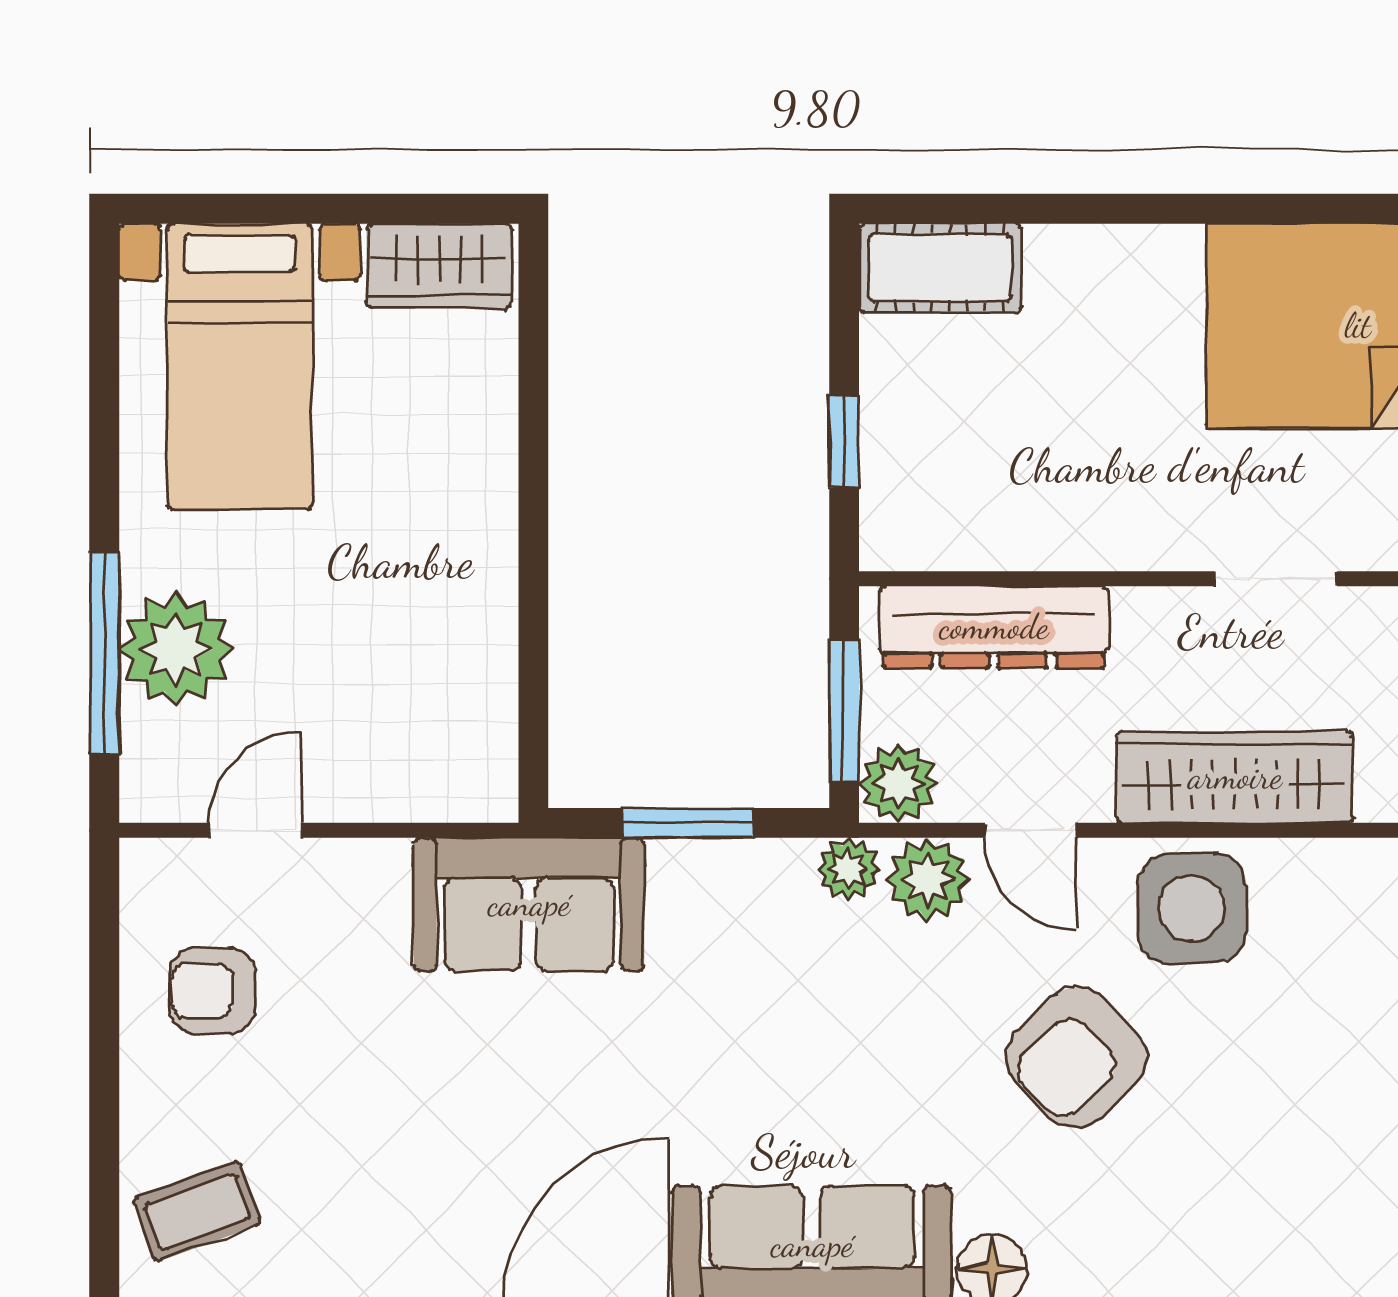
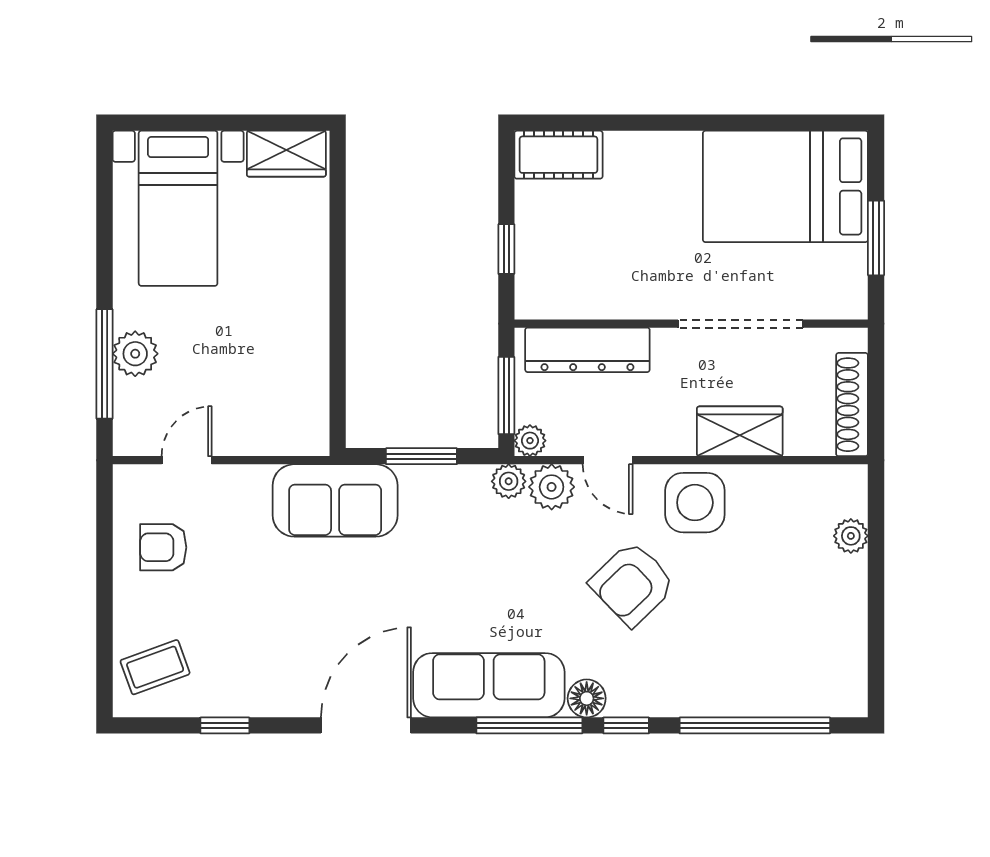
doorway: (1275, 579) -> (740, 324), width x1.88
plant: (176, 649) -> (135, 354), width x0.73, depth x0.73
wardrobe: (1235, 777) -> (740, 431), width x0.67
plant: (899, 783) -> (530, 441), width x0.73, depth x0.73

